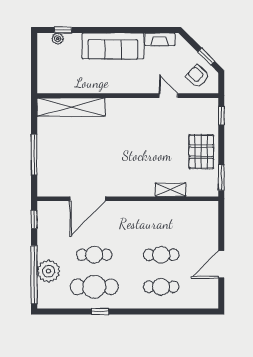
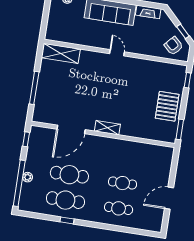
door: (168, 96) -> (117, 53), moved
shelving: (71, 107) -> (61, 53), width x0.68
shelving: (171, 190) -> (107, 128), moved
cafe table: (94, 255) -> (69, 175), width x1.37, depth x1.35
plant: (49, 271) -> (28, 177), width x0.53, depth x0.53

